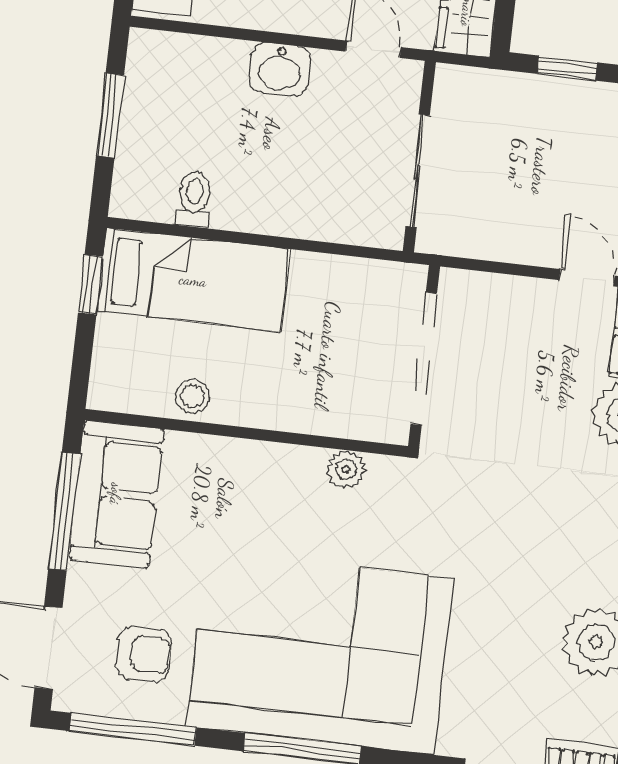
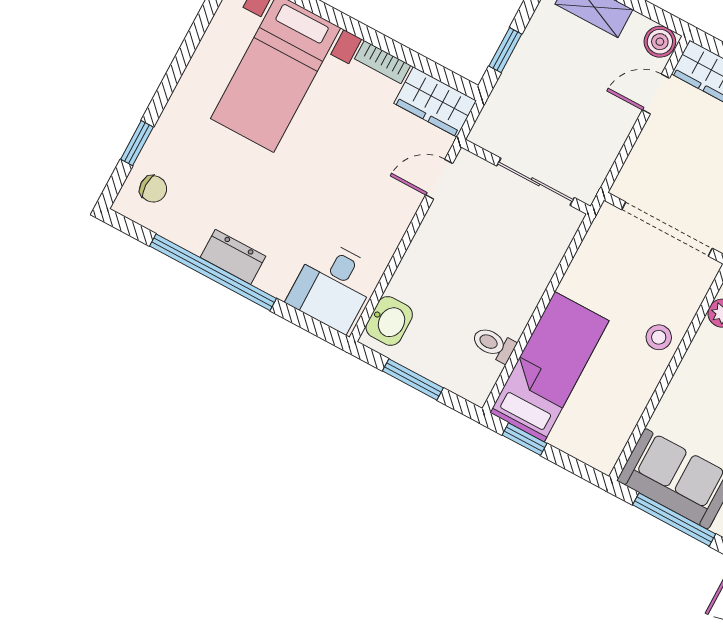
washbasin: (280, 70) -> (389, 321), moved
stool: (193, 396) -> (659, 337), moved

